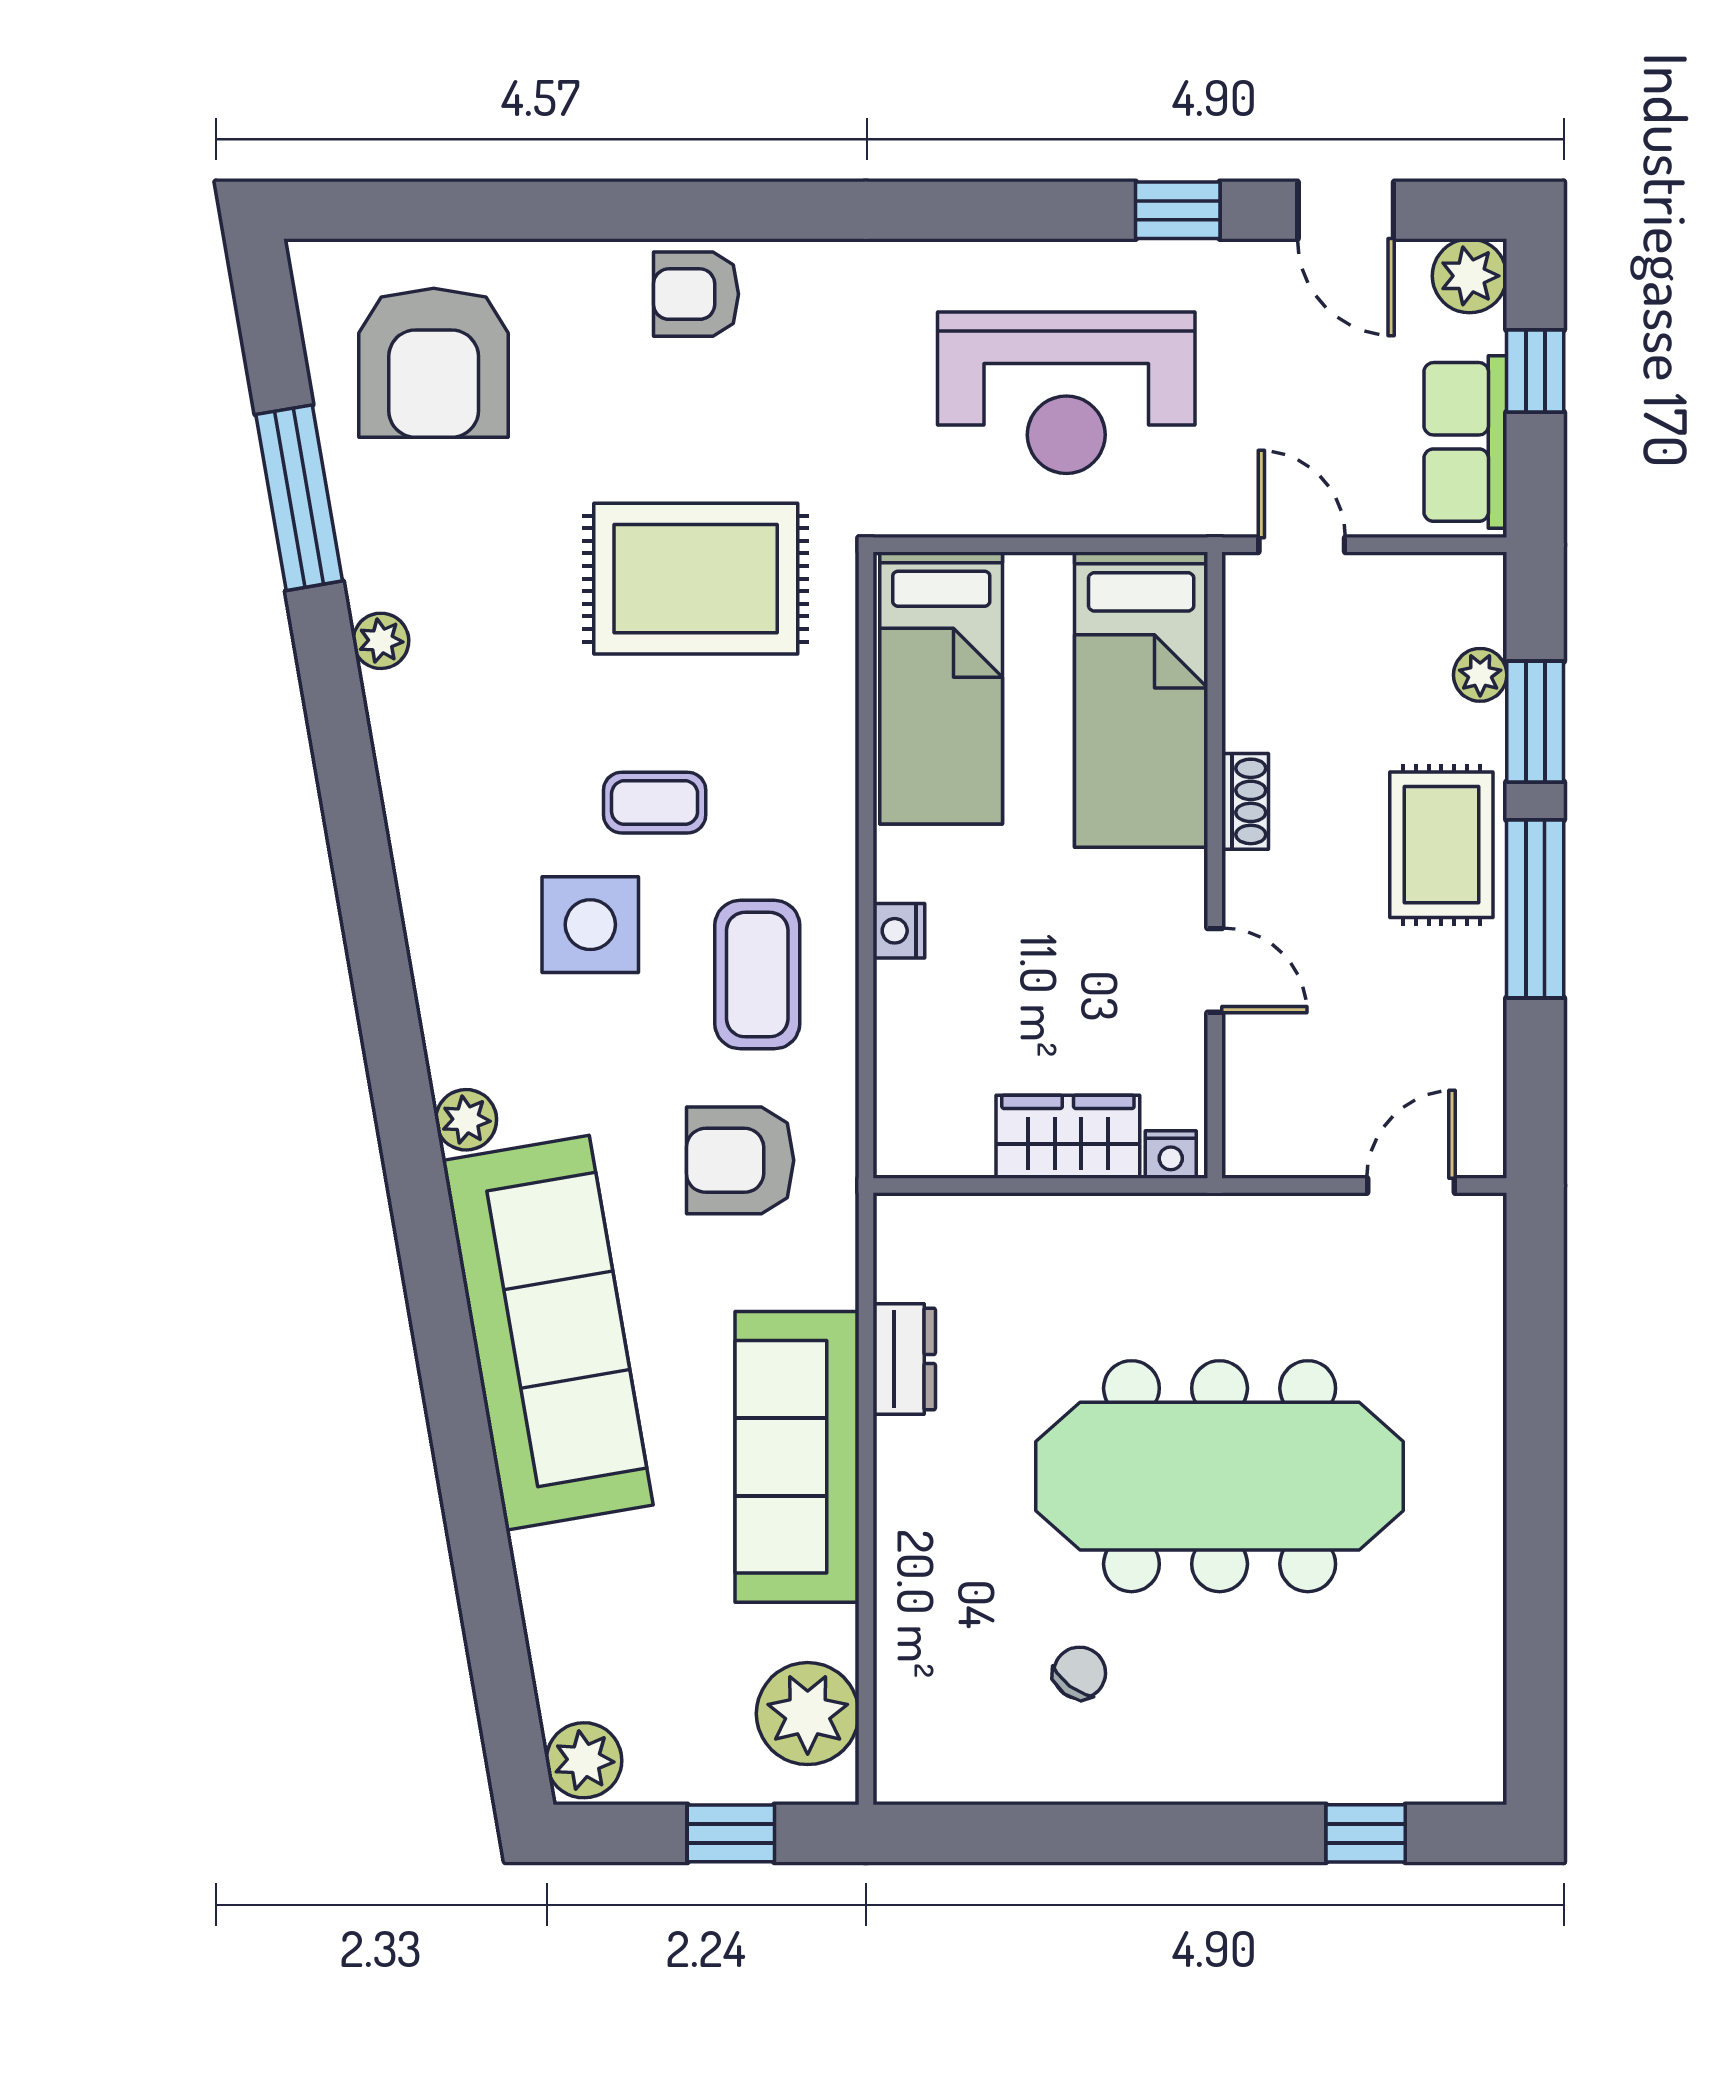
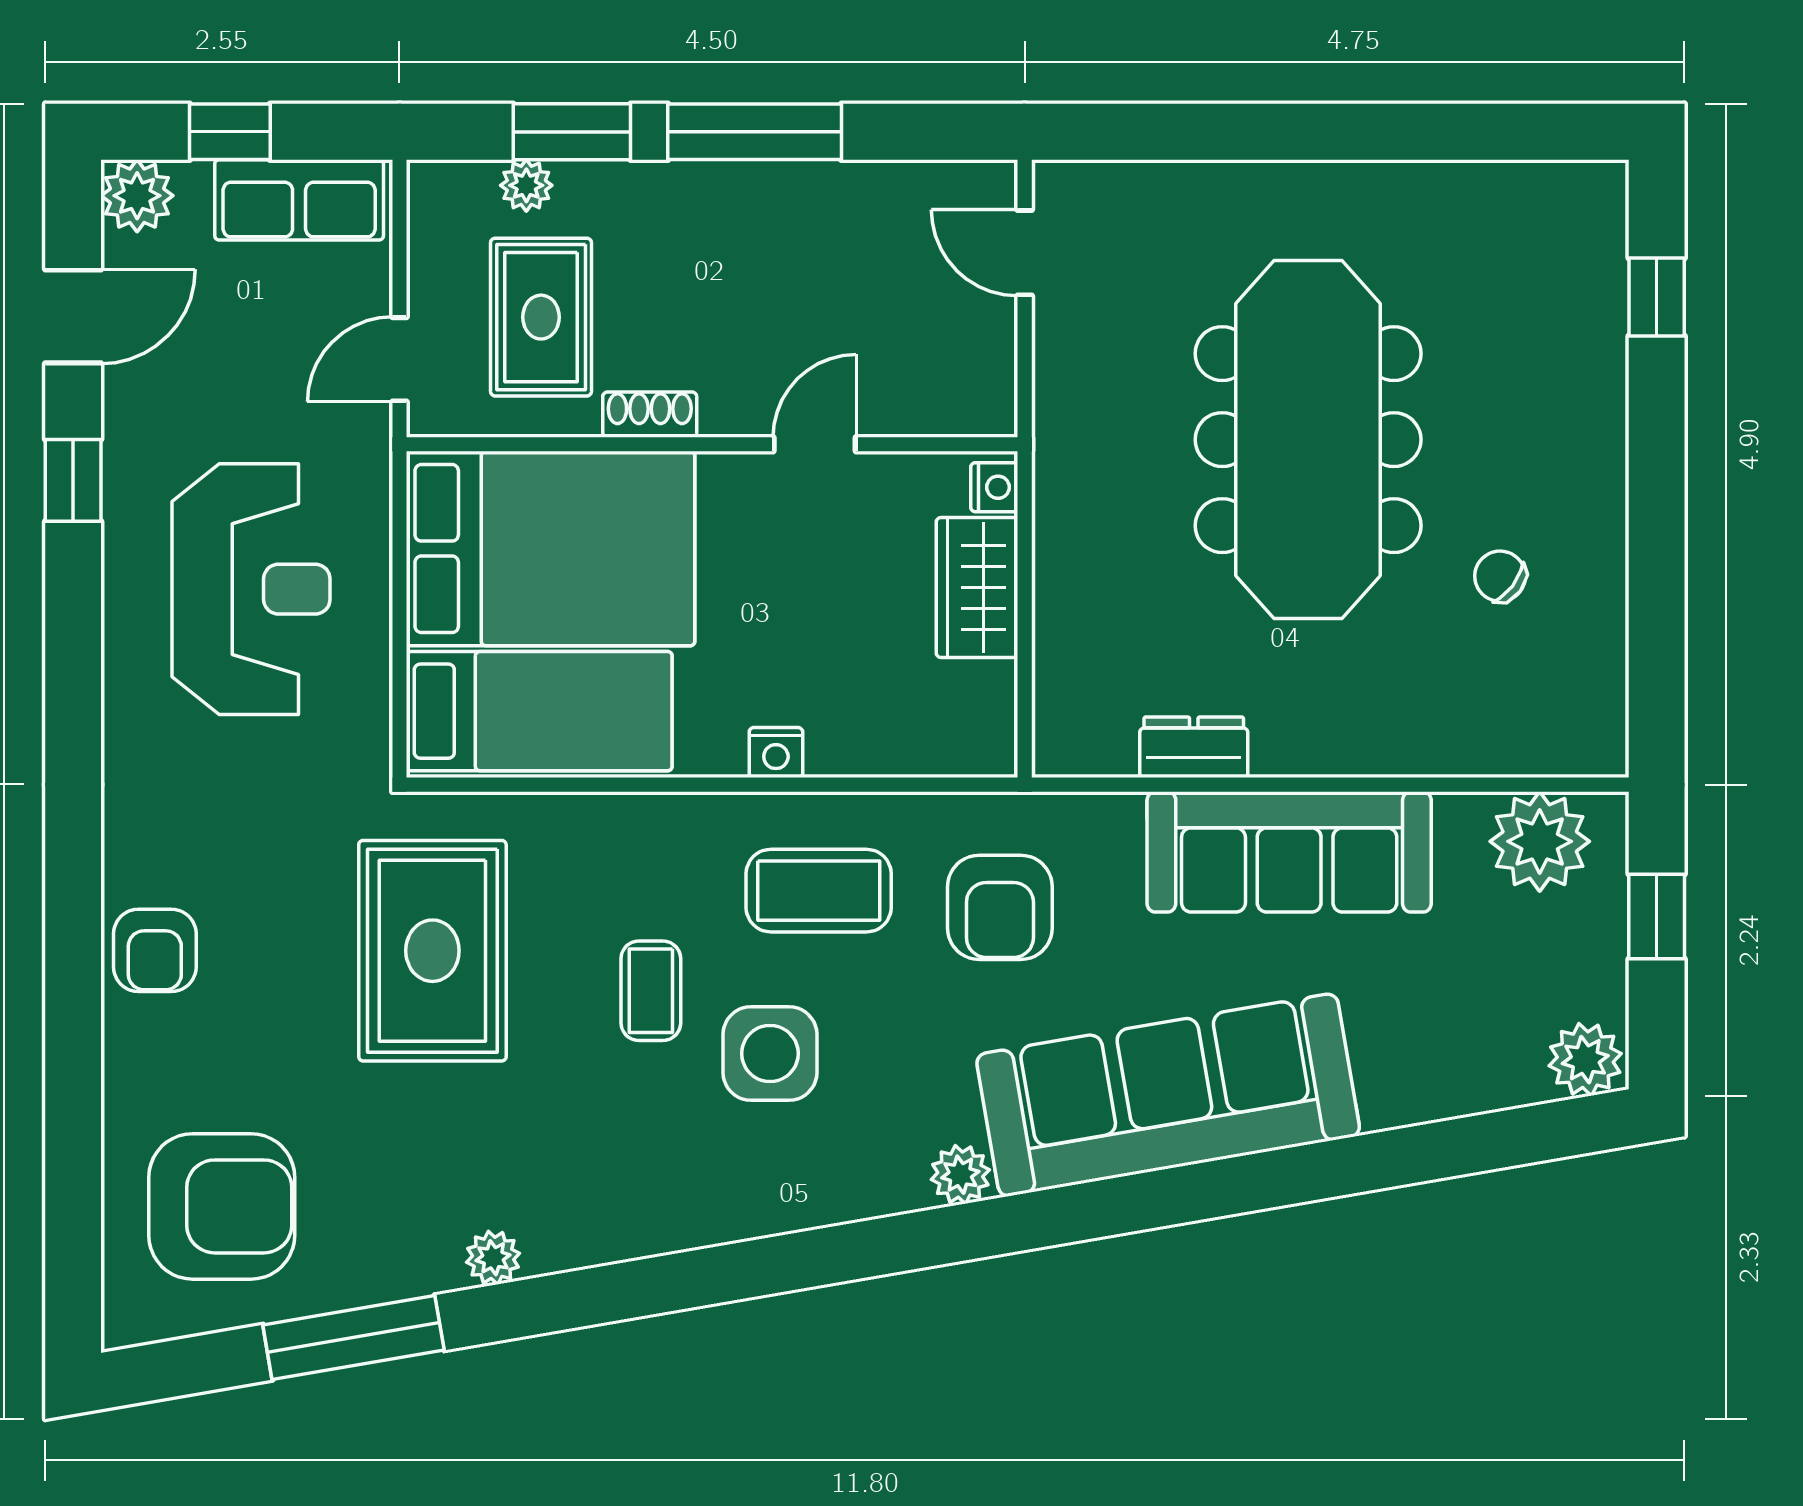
bed: (1141, 700) -> (551, 549), width x1.50
rug: (1441, 845) -> (541, 317), moved, turned 90

